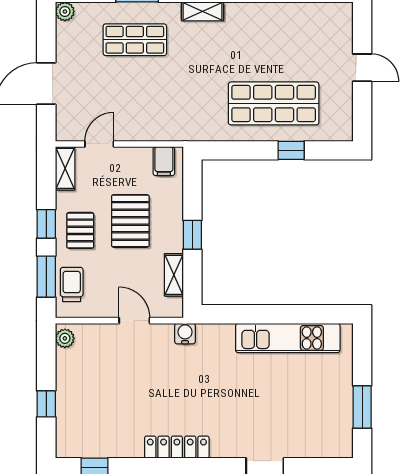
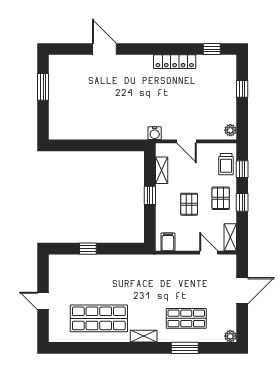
shop shelf: (274, 103) -> (99, 318), moved
door: (99, 144) -> (209, 253), swing flipped
pallet: (130, 221) -> (189, 204), width x0.67, depth x0.71
window: (46, 277) -> (242, 169), width x0.67
kitchen unit: (288, 338) -> (90, 130), removed
locker: (177, 447) -> (175, 62), moved

